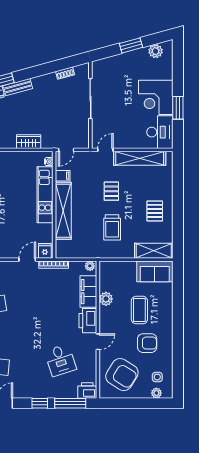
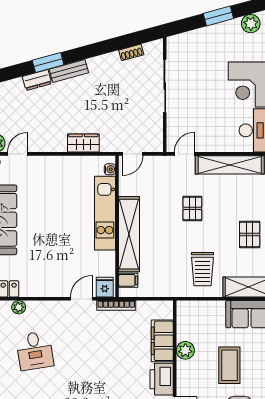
filing cabinet: (63, 176) -> (128, 280), moved
trolley: (112, 227) -> (202, 269), moved
plant: (90, 266) -> (164, 307), removed

